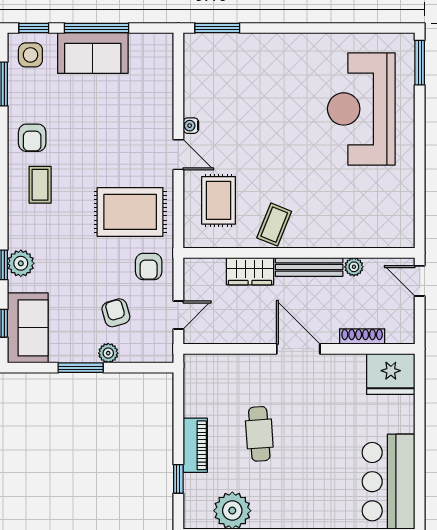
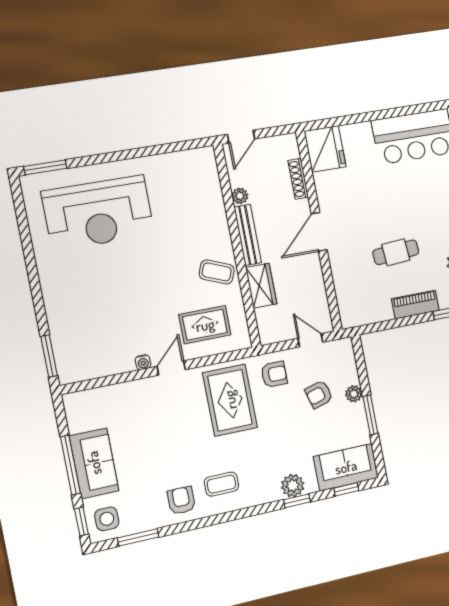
armchair: (32, 138) -> (181, 500), turned -90

